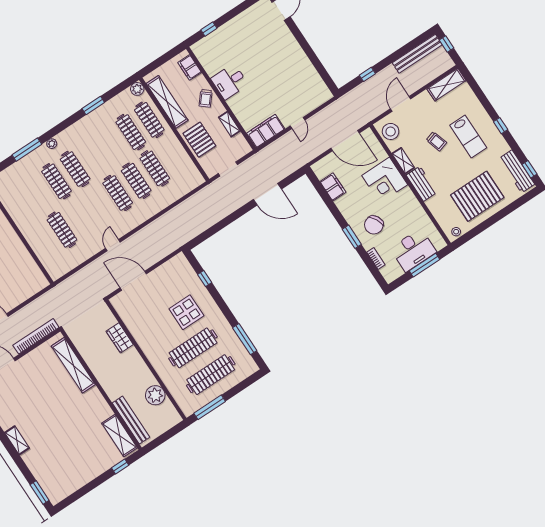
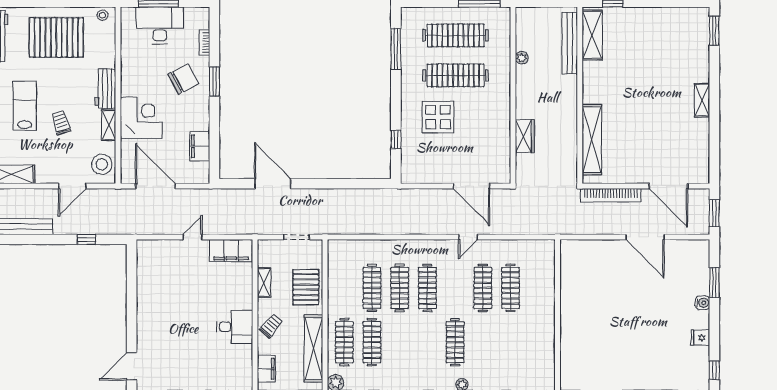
clothes rail: (57, 181) -> (483, 288), moved
plant: (155, 395) -> (522, 58), width x0.53, depth x0.53

